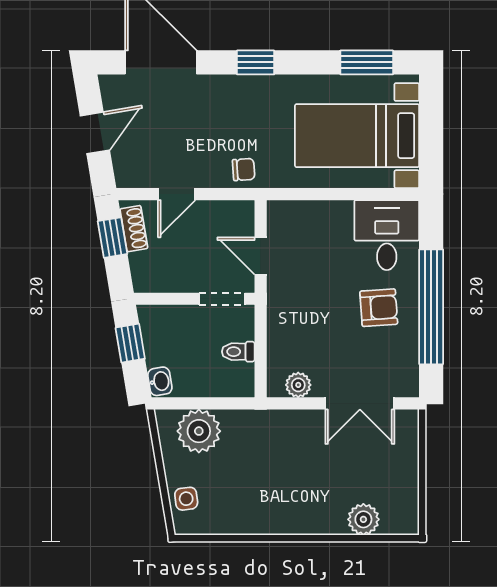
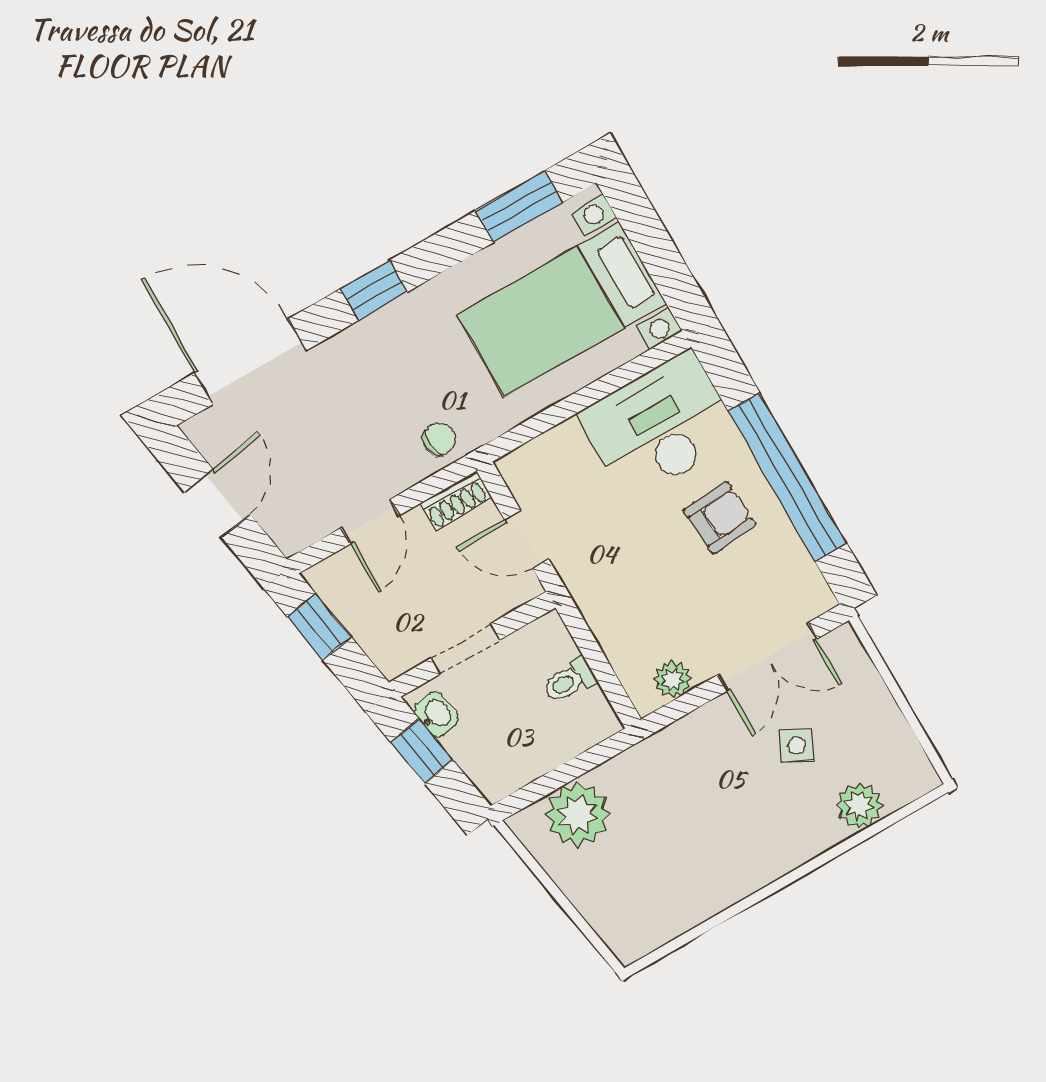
shoe rack: (134, 229) -> (455, 501), moved, turned 100
desk: (387, 235) -> (660, 426), width x1.37
doorway: (222, 299) -> (466, 649), moved
washbasin: (160, 381) -> (436, 714), moved
side table: (186, 499) -> (797, 745), moved, turned 35

